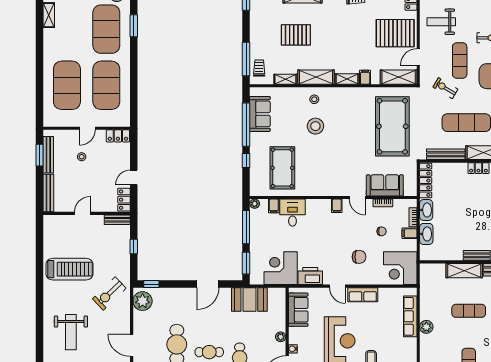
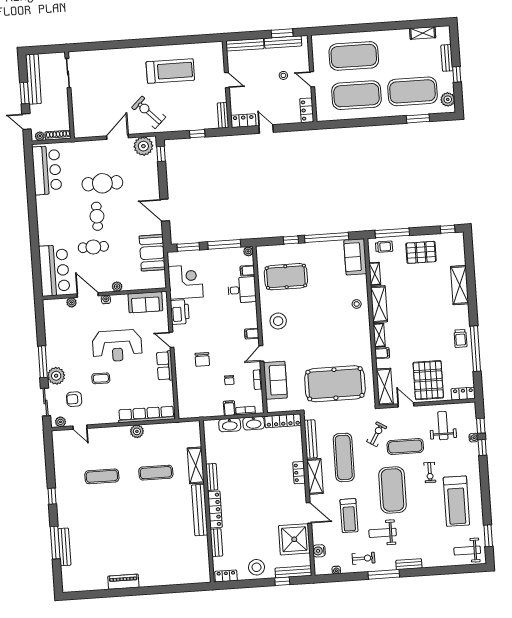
pallet: (296, 35) -> (421, 252), moved, turned 90
sofa: (260, 114) -> (355, 257), moved, turned 90
stool: (315, 126) -> (278, 321), moved
corner desk: (400, 268) -> (194, 401), removed
treadmill: (69, 269) -> (170, 71), turned -90
door: (337, 286) -> (171, 340), hinge flipped
exercise mat: (469, 311) -> (156, 473), turned 90
row of seats: (410, 316) -> (146, 415), width x1.36
weight bench: (71, 332) -> (107, 77), removed
door: (132, 345) -> (117, 137), moved

